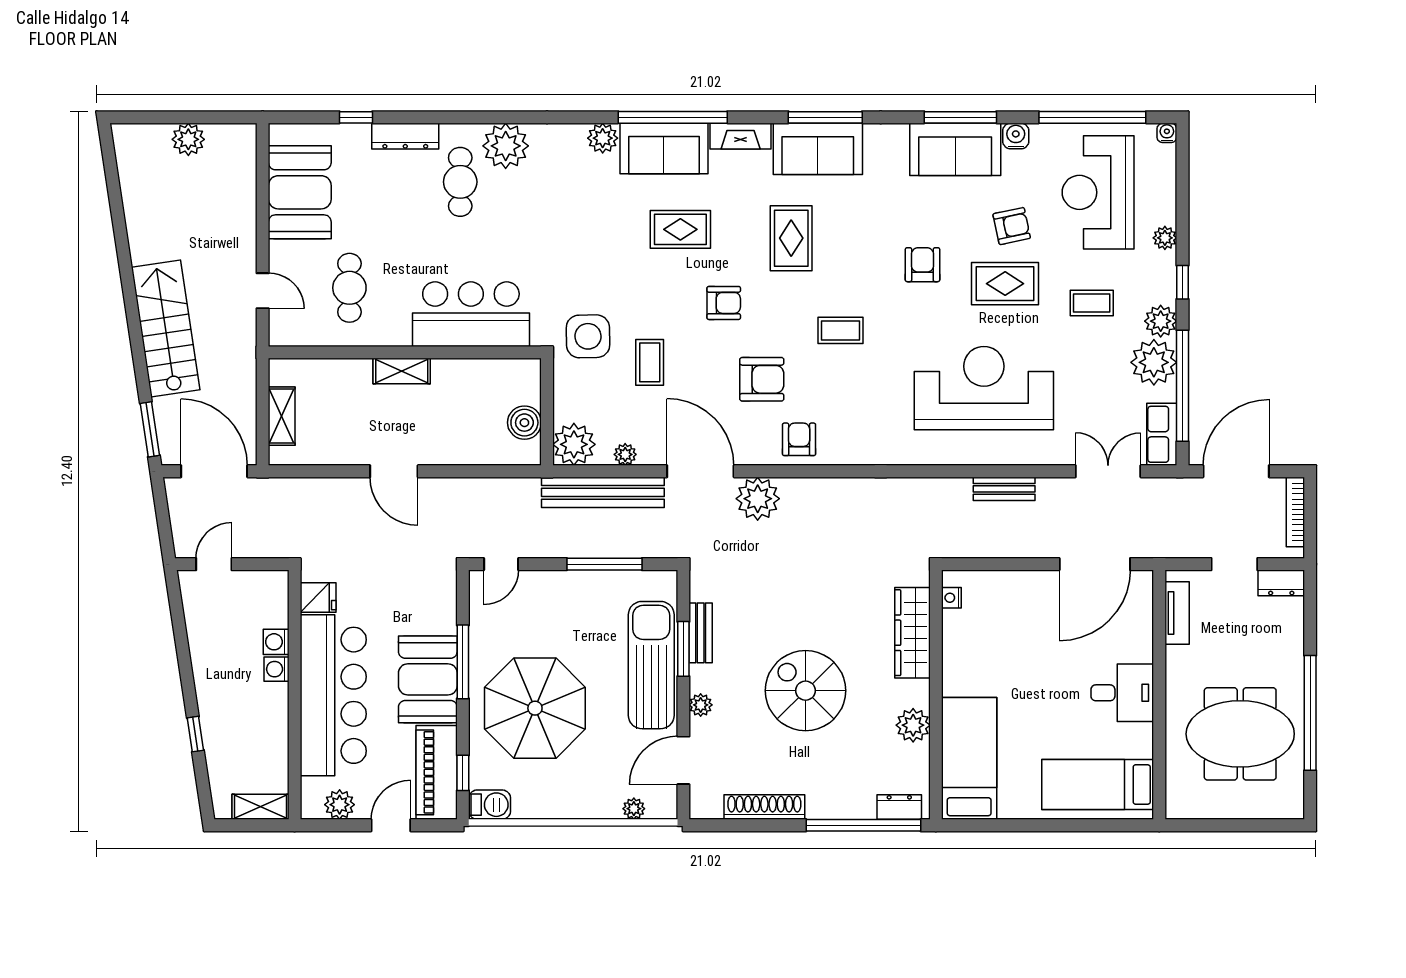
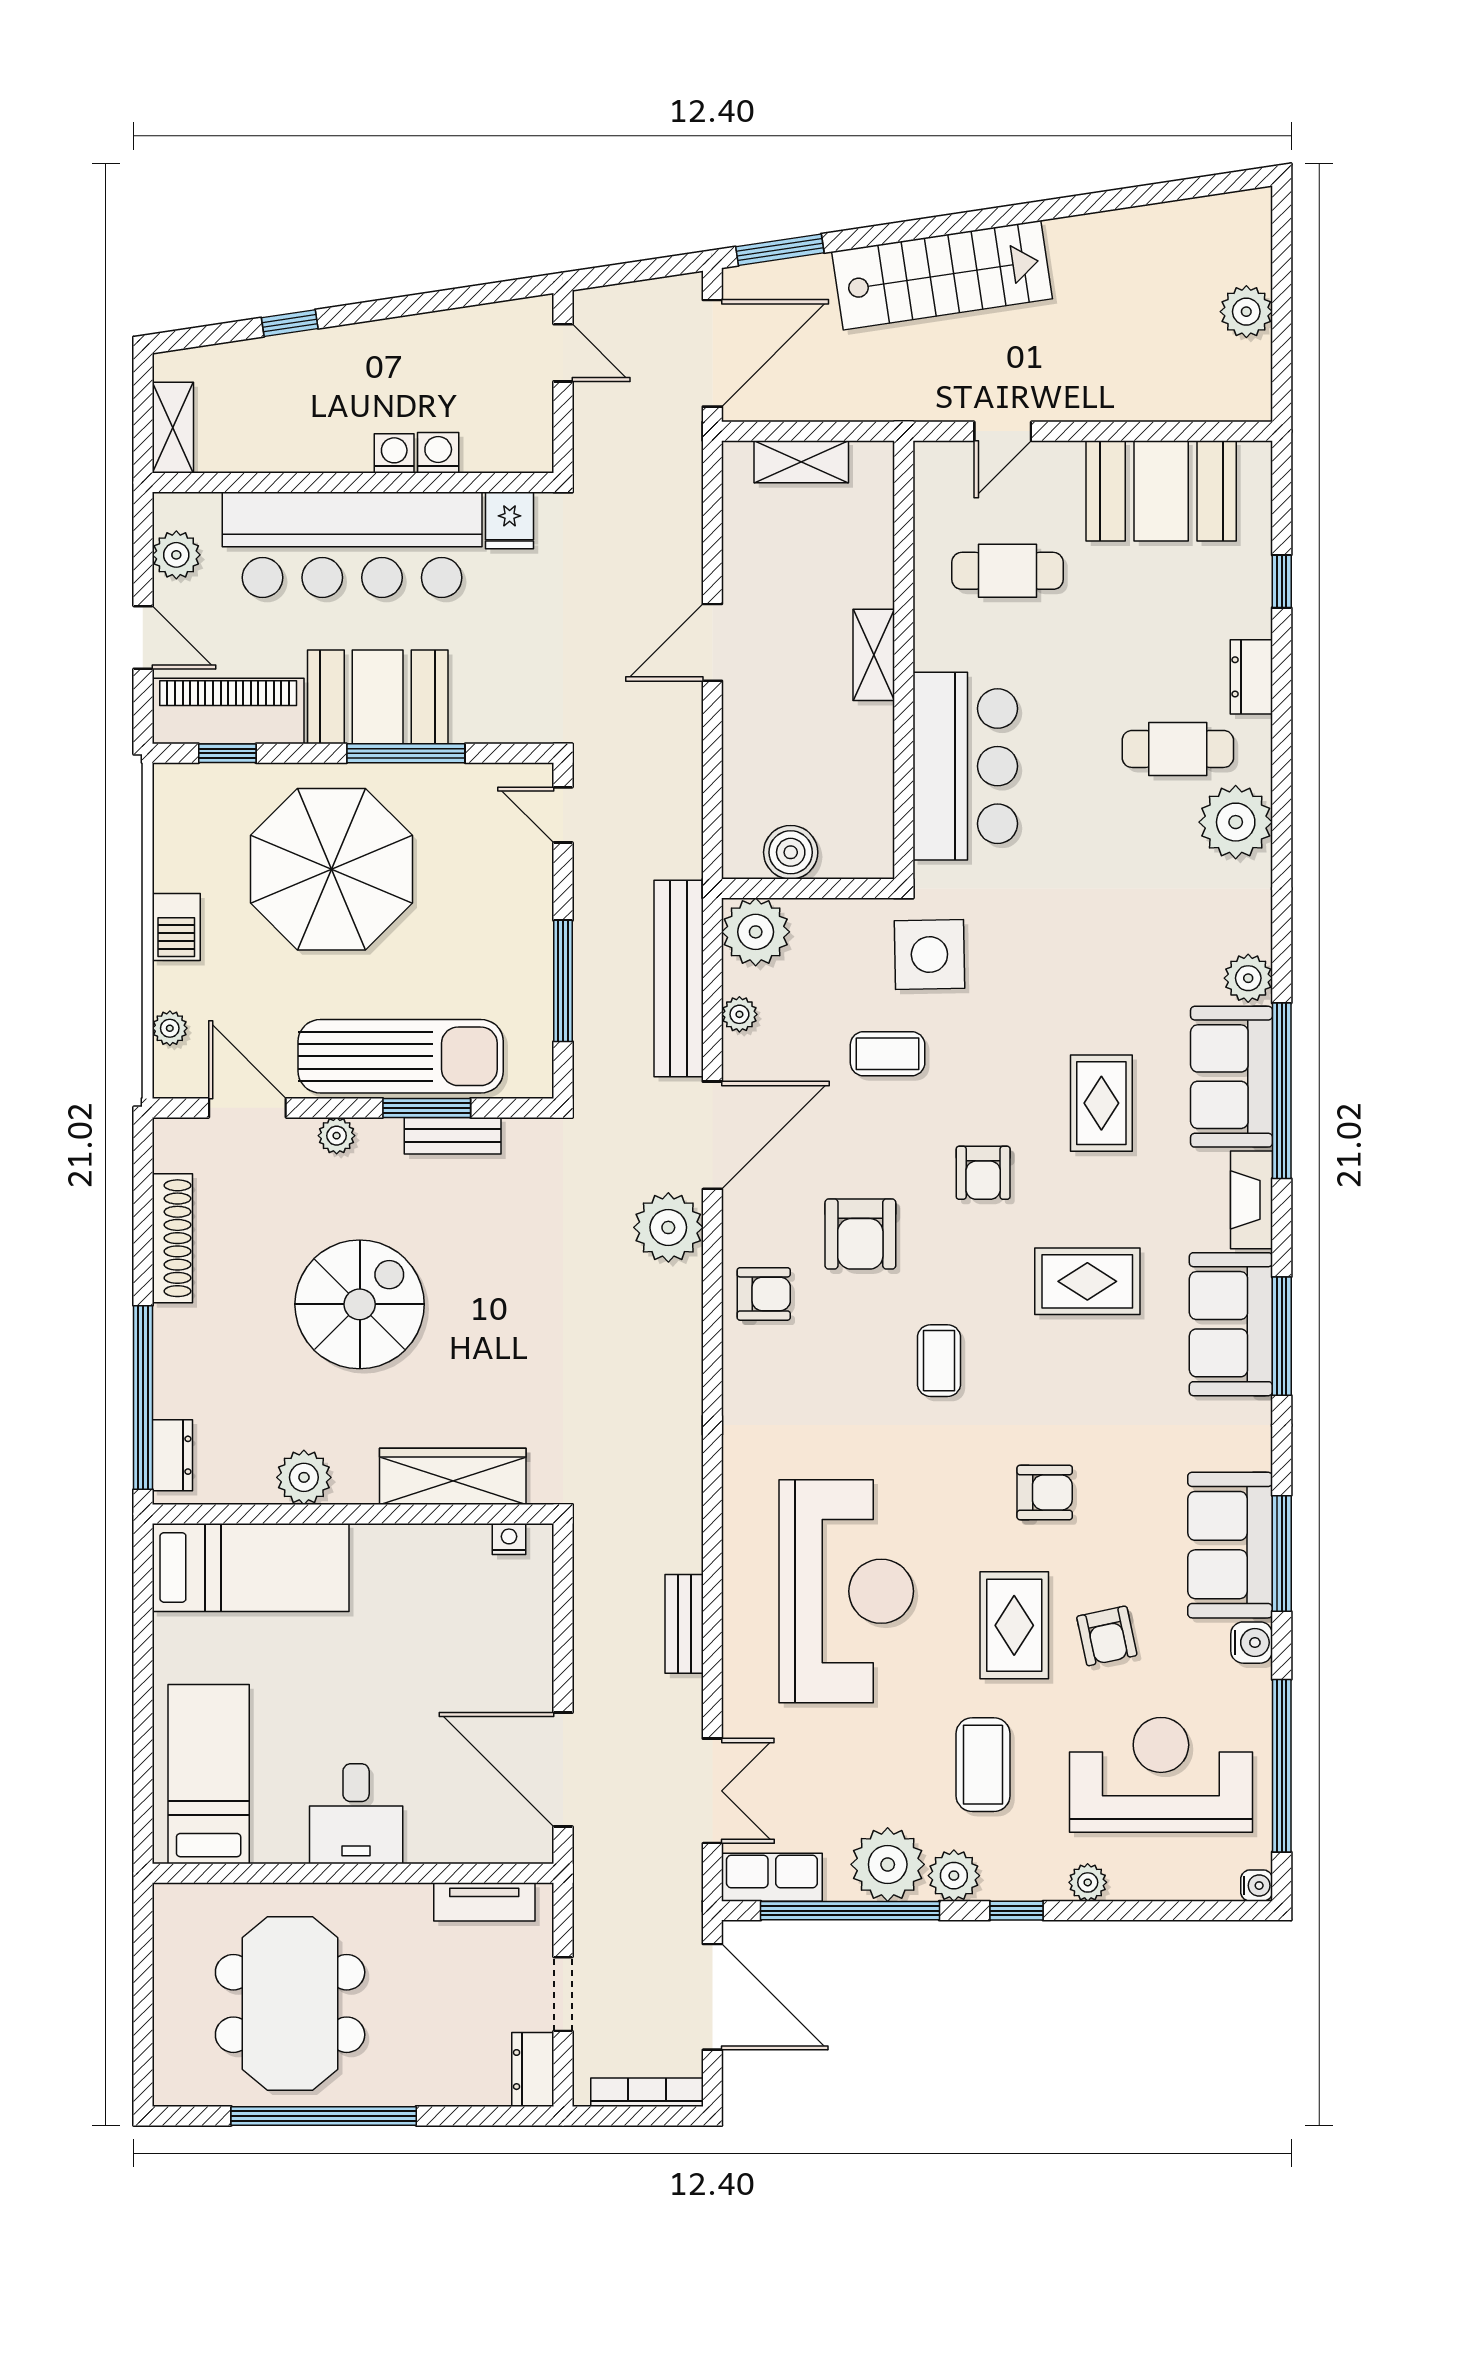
dresser: (405, 136) -> (1251, 677), width x0.70
coffee table: (1092, 303) -> (983, 1765), width x1.36, depth x1.30
barbecue: (490, 805) -> (176, 927), moved

